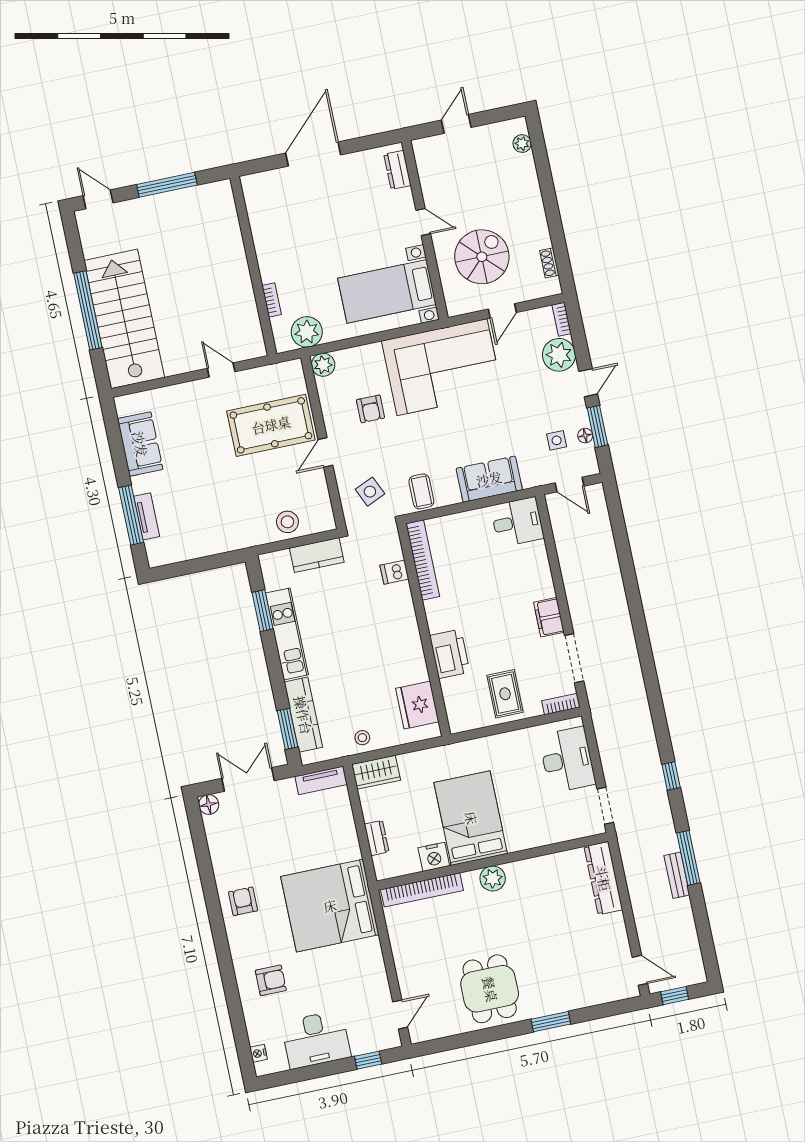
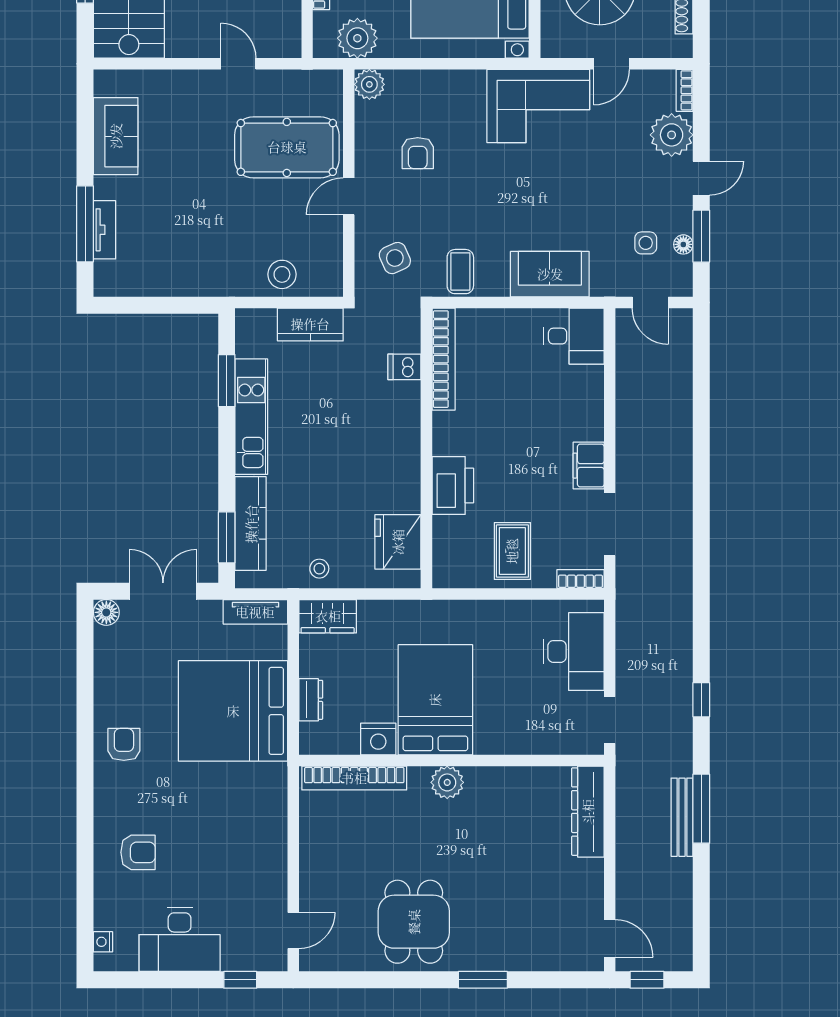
corner sofa: (442, 367) -> (538, 106), width x0.73, depth x0.74
bench: (677, 875) -> (682, 817), width x1.36
bed: (330, 906) -> (233, 711), moved

